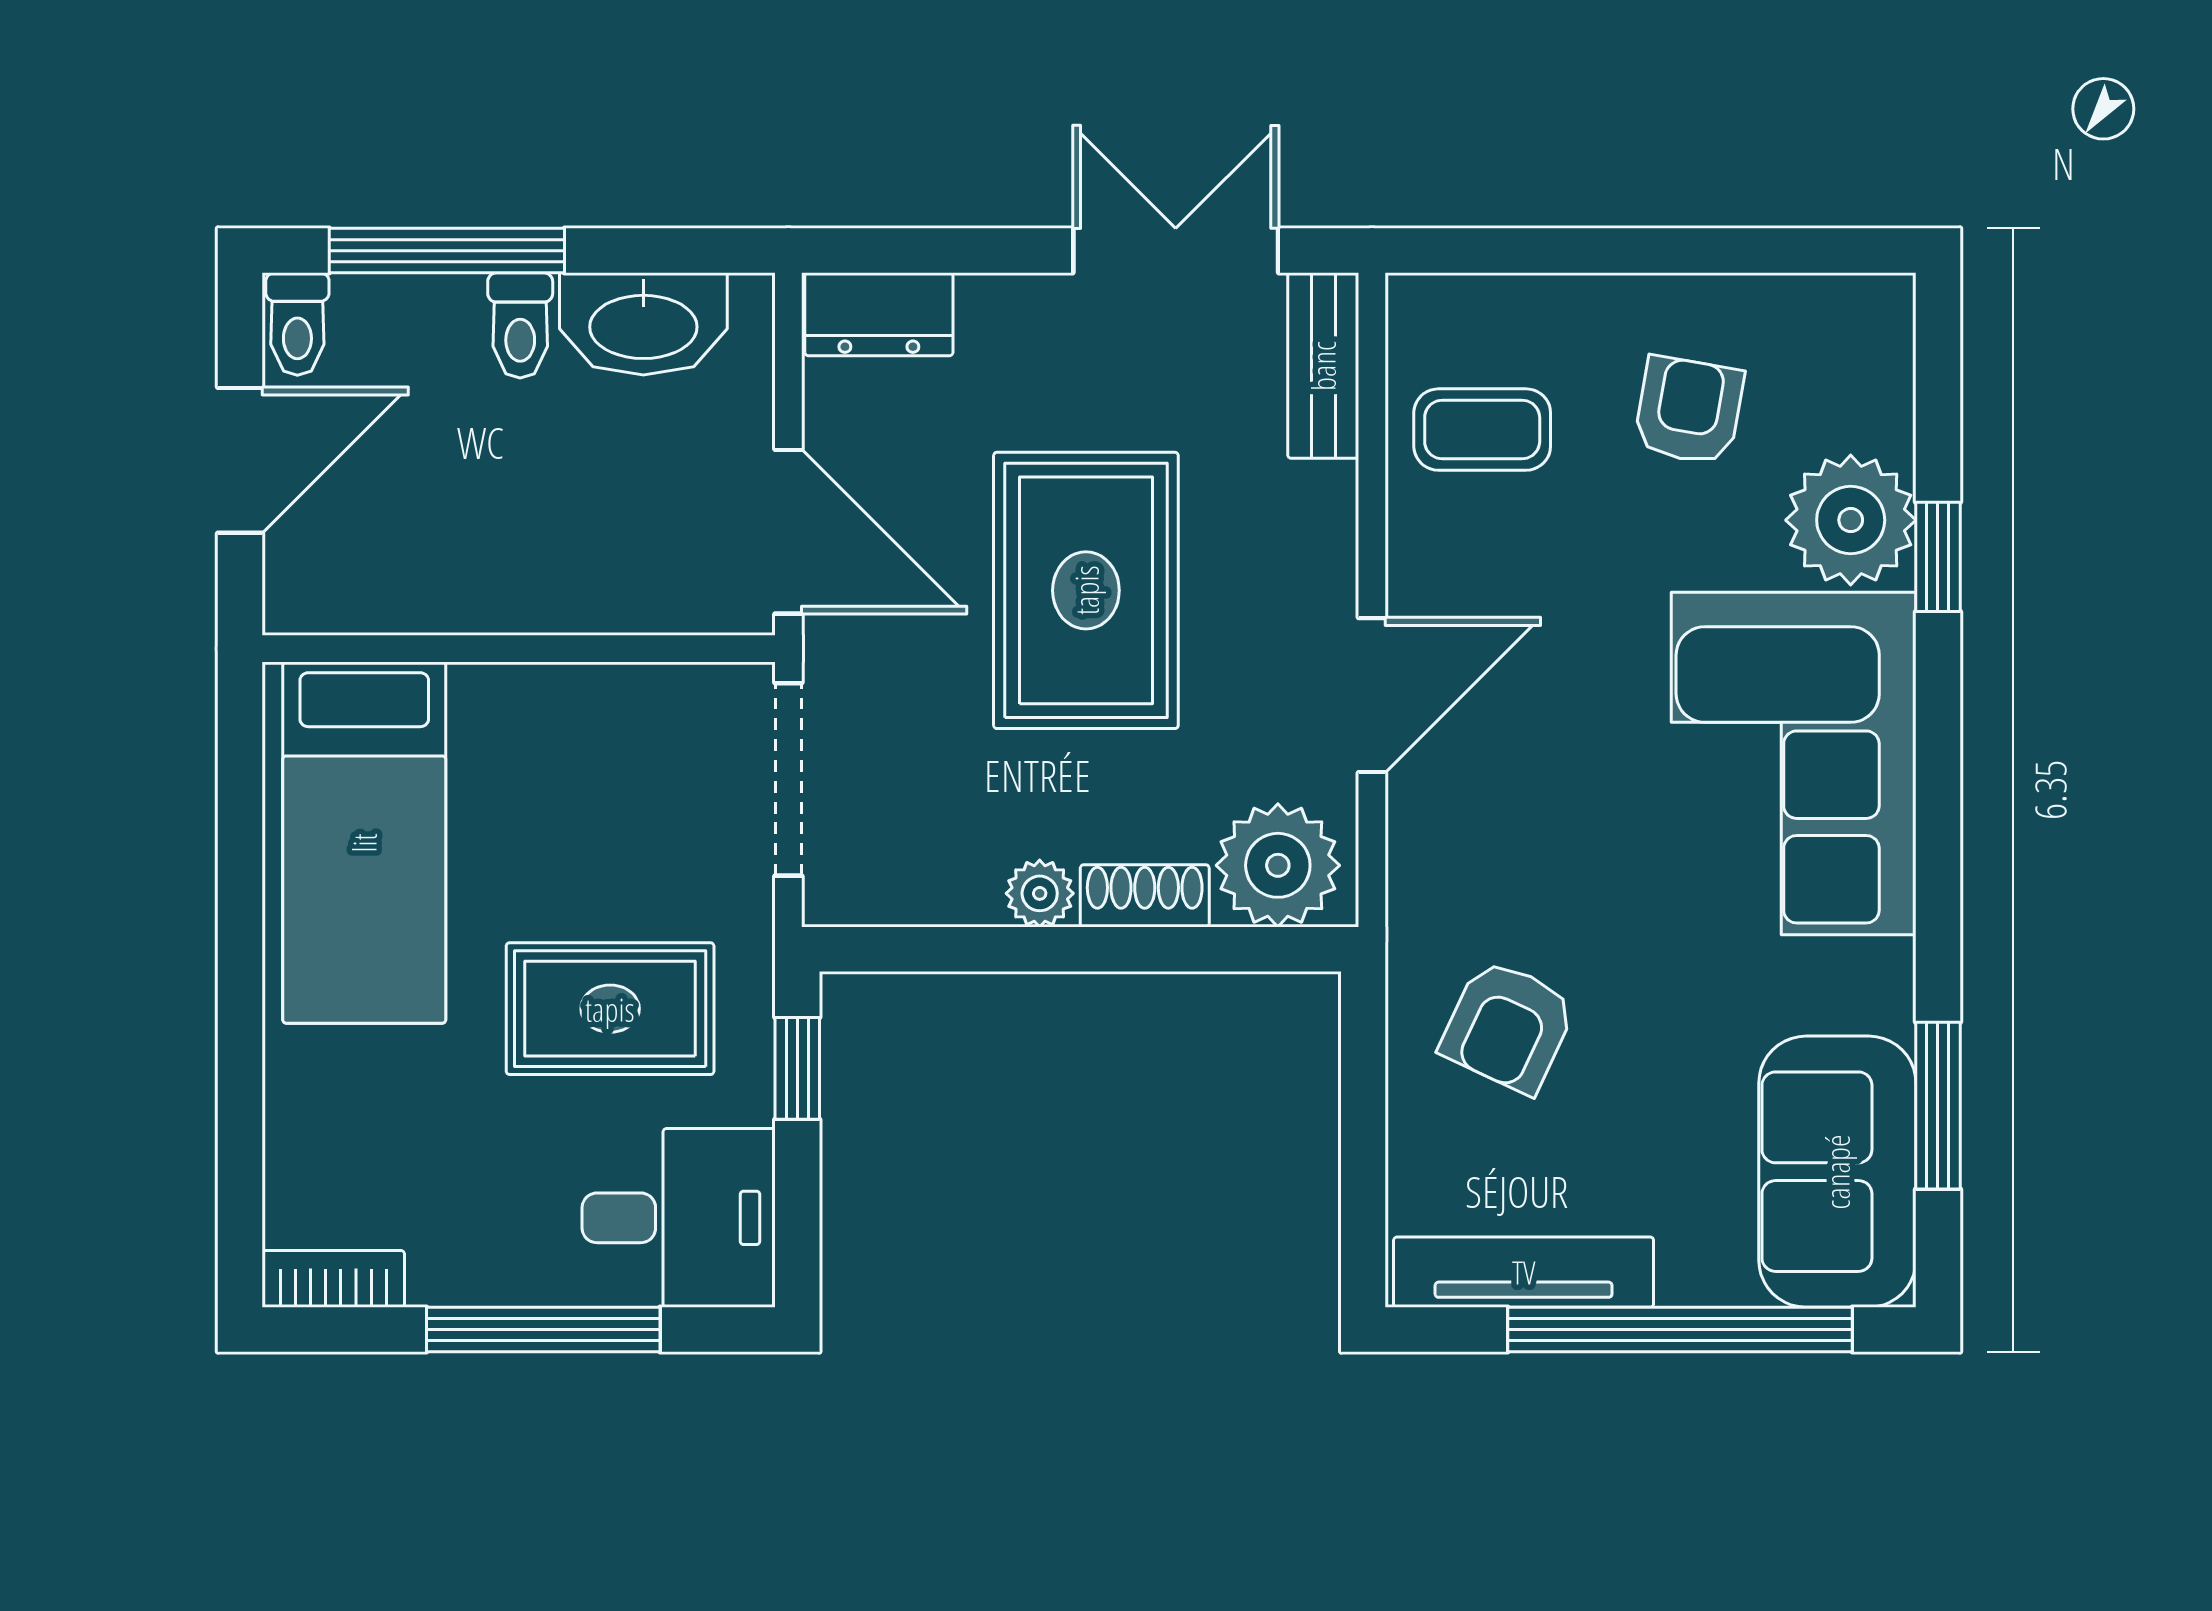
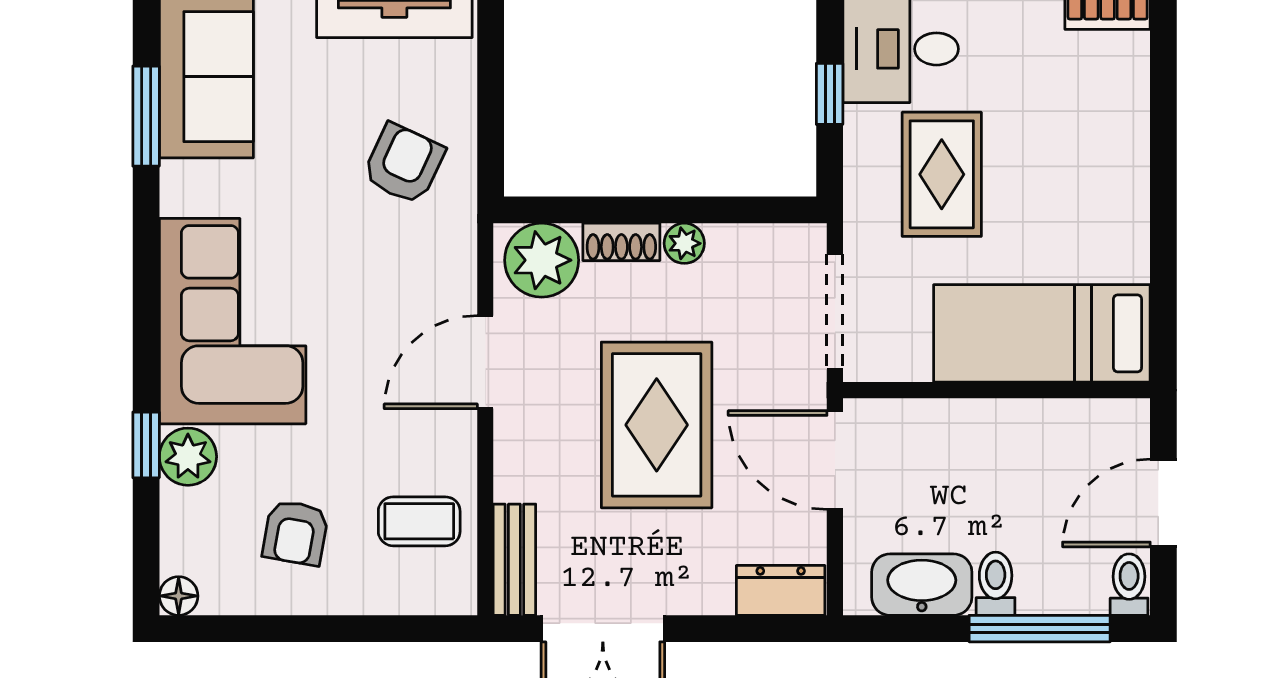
floor lamp: (1884, 305) -> (179, 596), added
plant: (1851, 520) -> (188, 457), width x0.73, depth x0.73
bed: (364, 843) -> (1042, 333), moved, turned -90
rug: (610, 1009) -> (942, 174), turned 90
window: (797, 1068) -> (830, 94), moved

